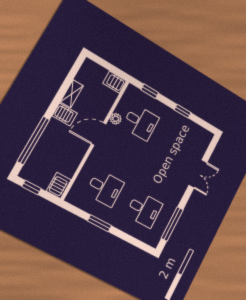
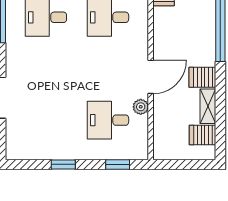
server rack: (115, 82) -> (203, 135), moved, turned 180

